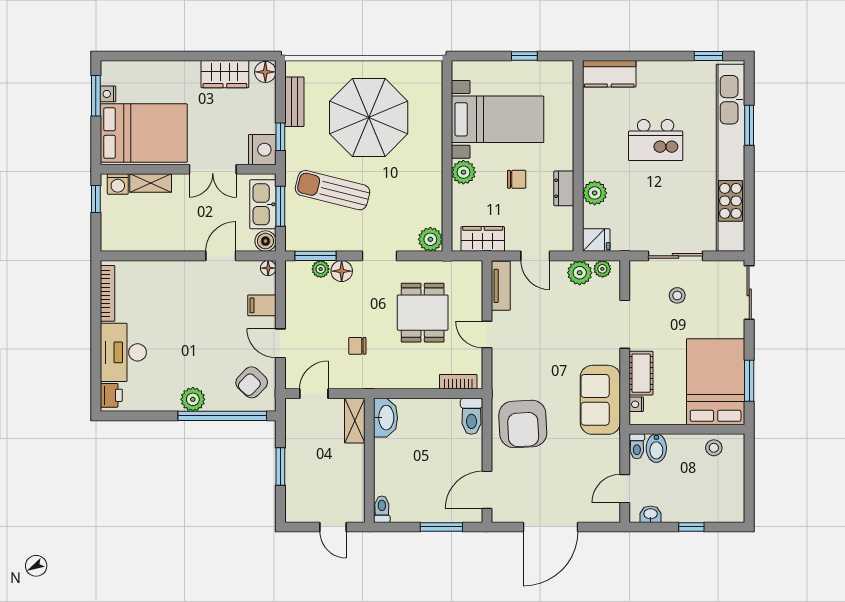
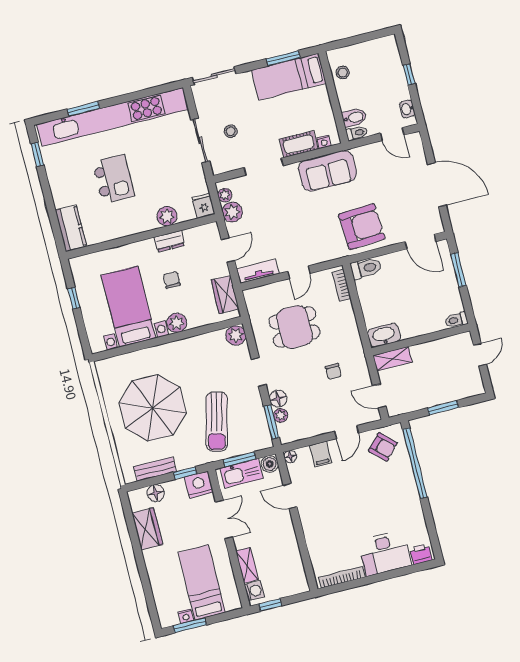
floor lamp: (265, 72) -> (156, 493), moved
bed: (144, 133) -> (202, 582), width x0.67
bed: (716, 382) -> (289, 77), width x0.67
plant: (193, 399) -> (408, 489), removed

